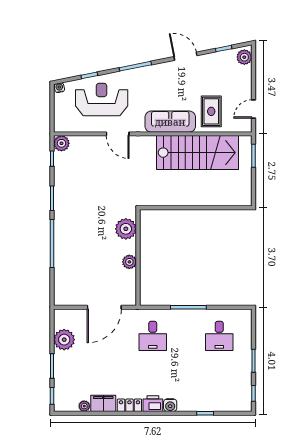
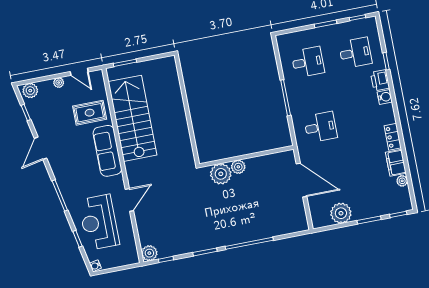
plant: (247, 87) -> (59, 83), added
plant: (129, 262) -> (238, 167), moved
desk: (219, 384) -> (355, 53), added
printer: (153, 404) -> (380, 80), moved

